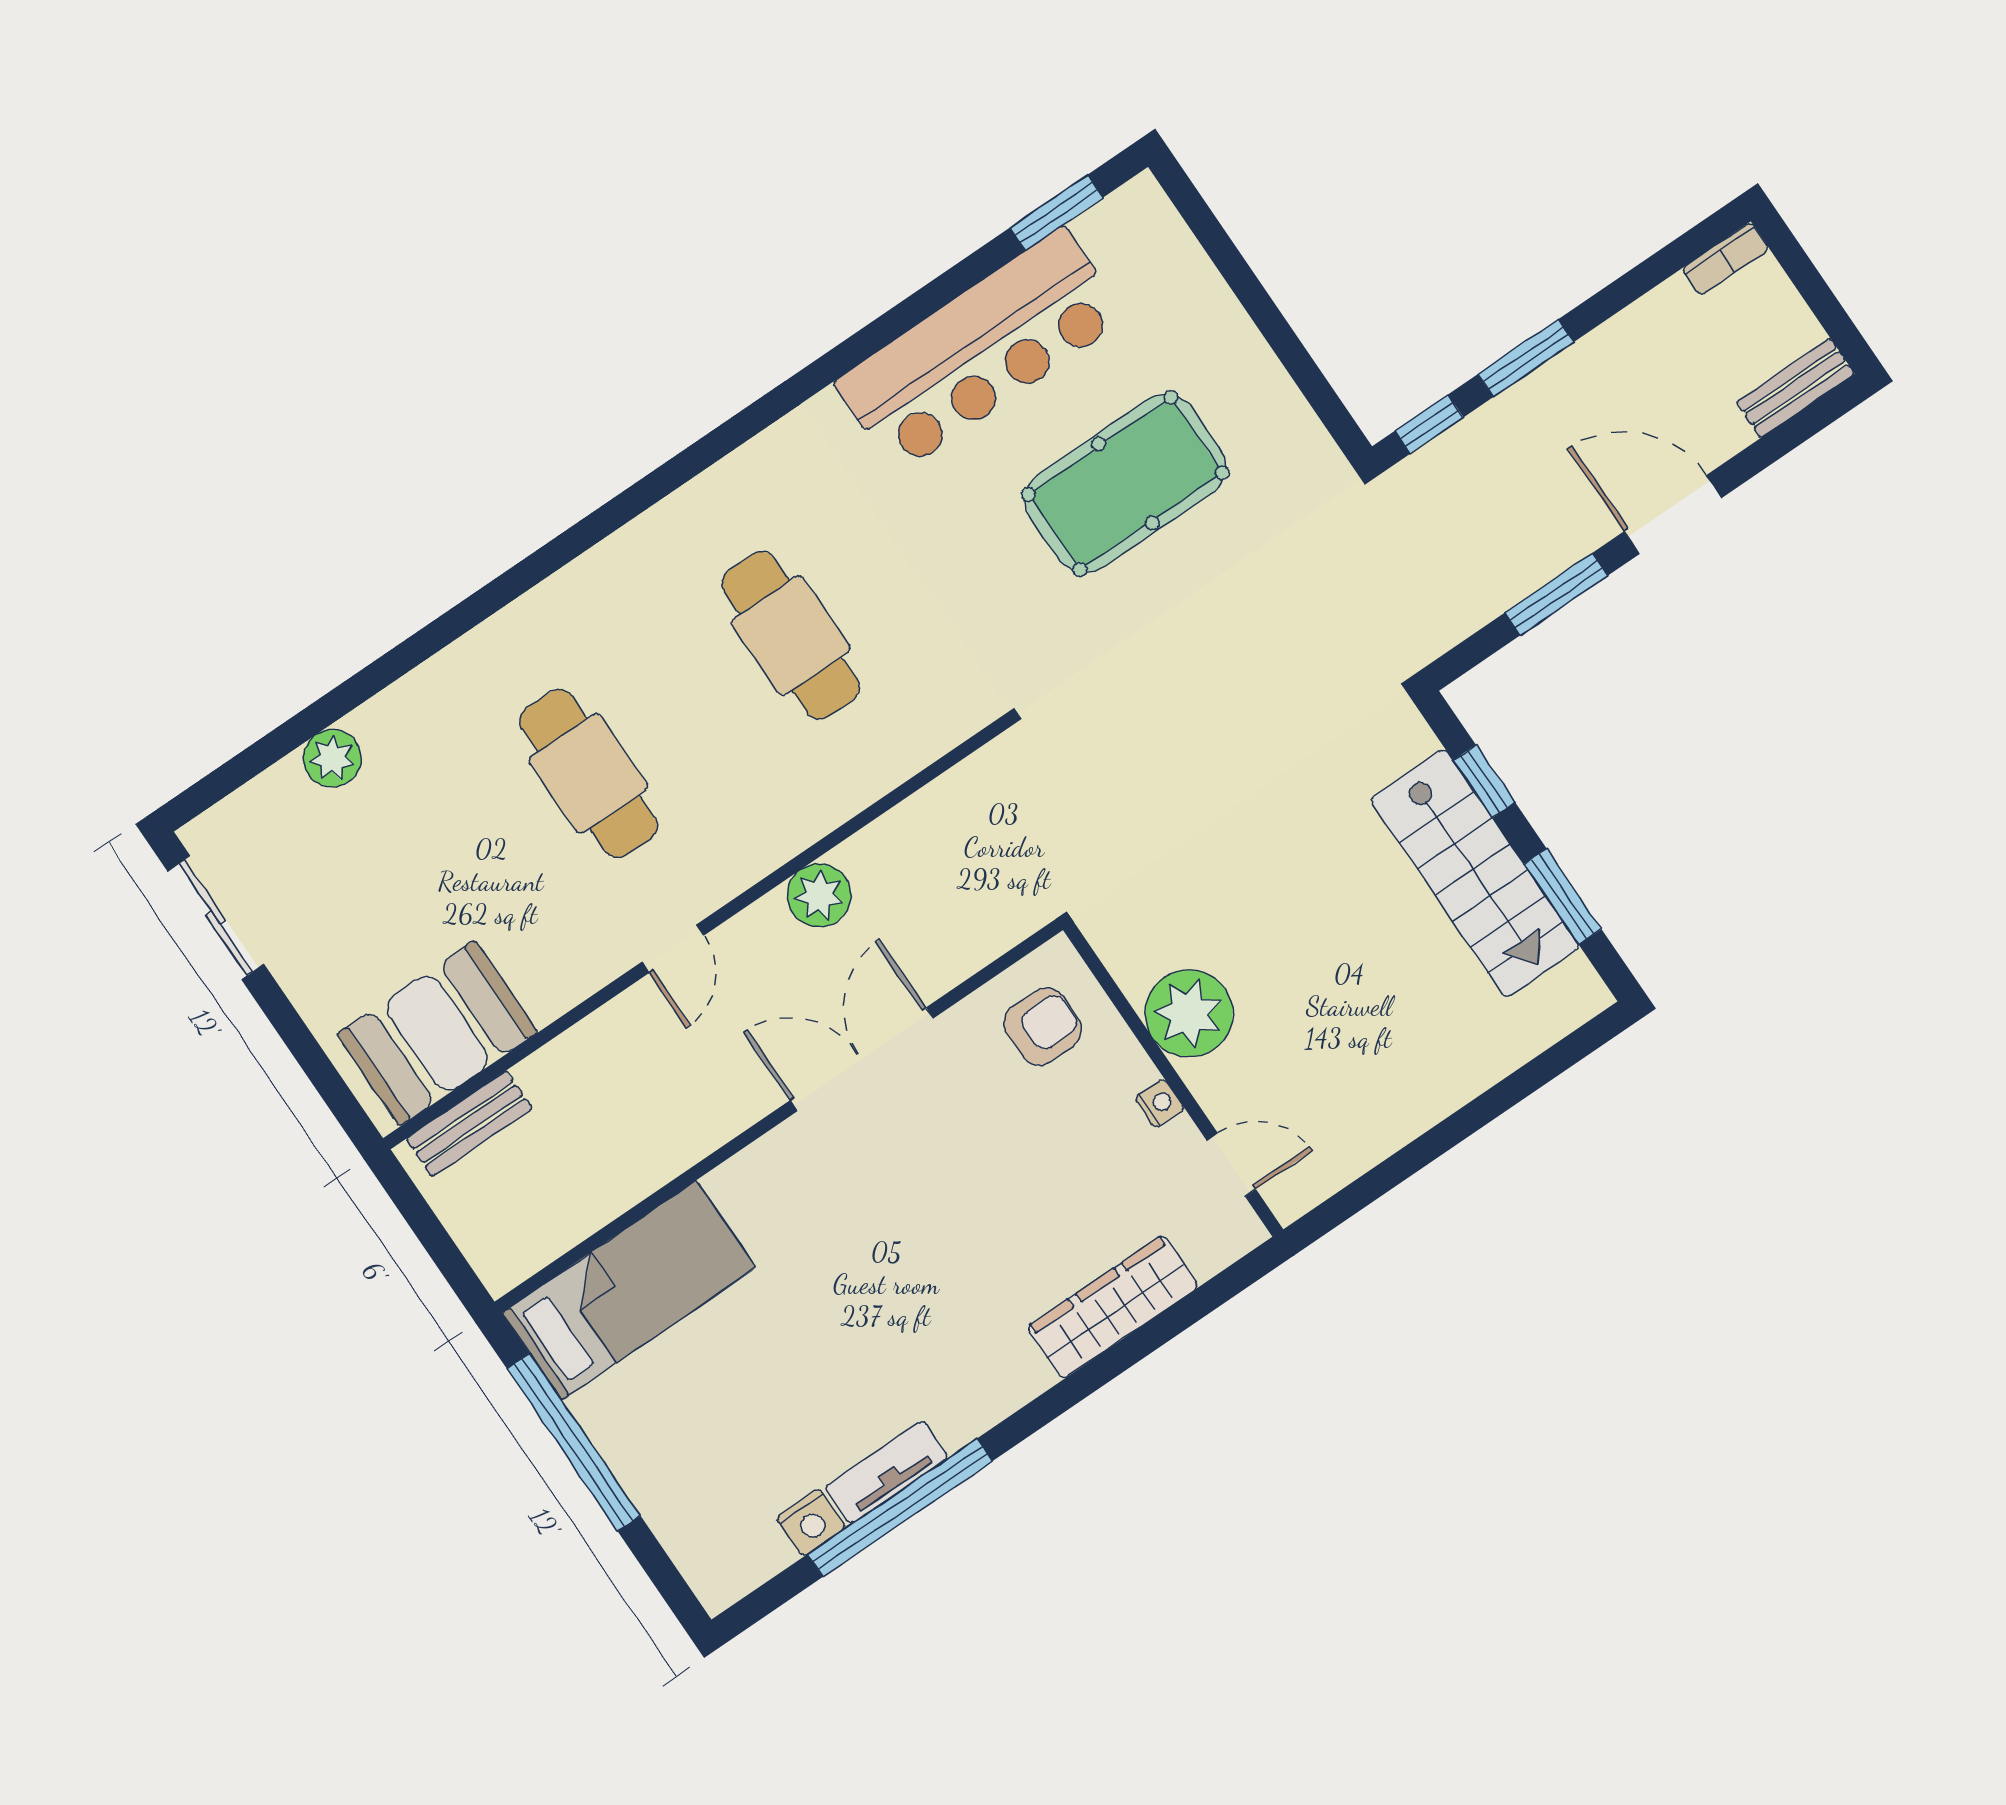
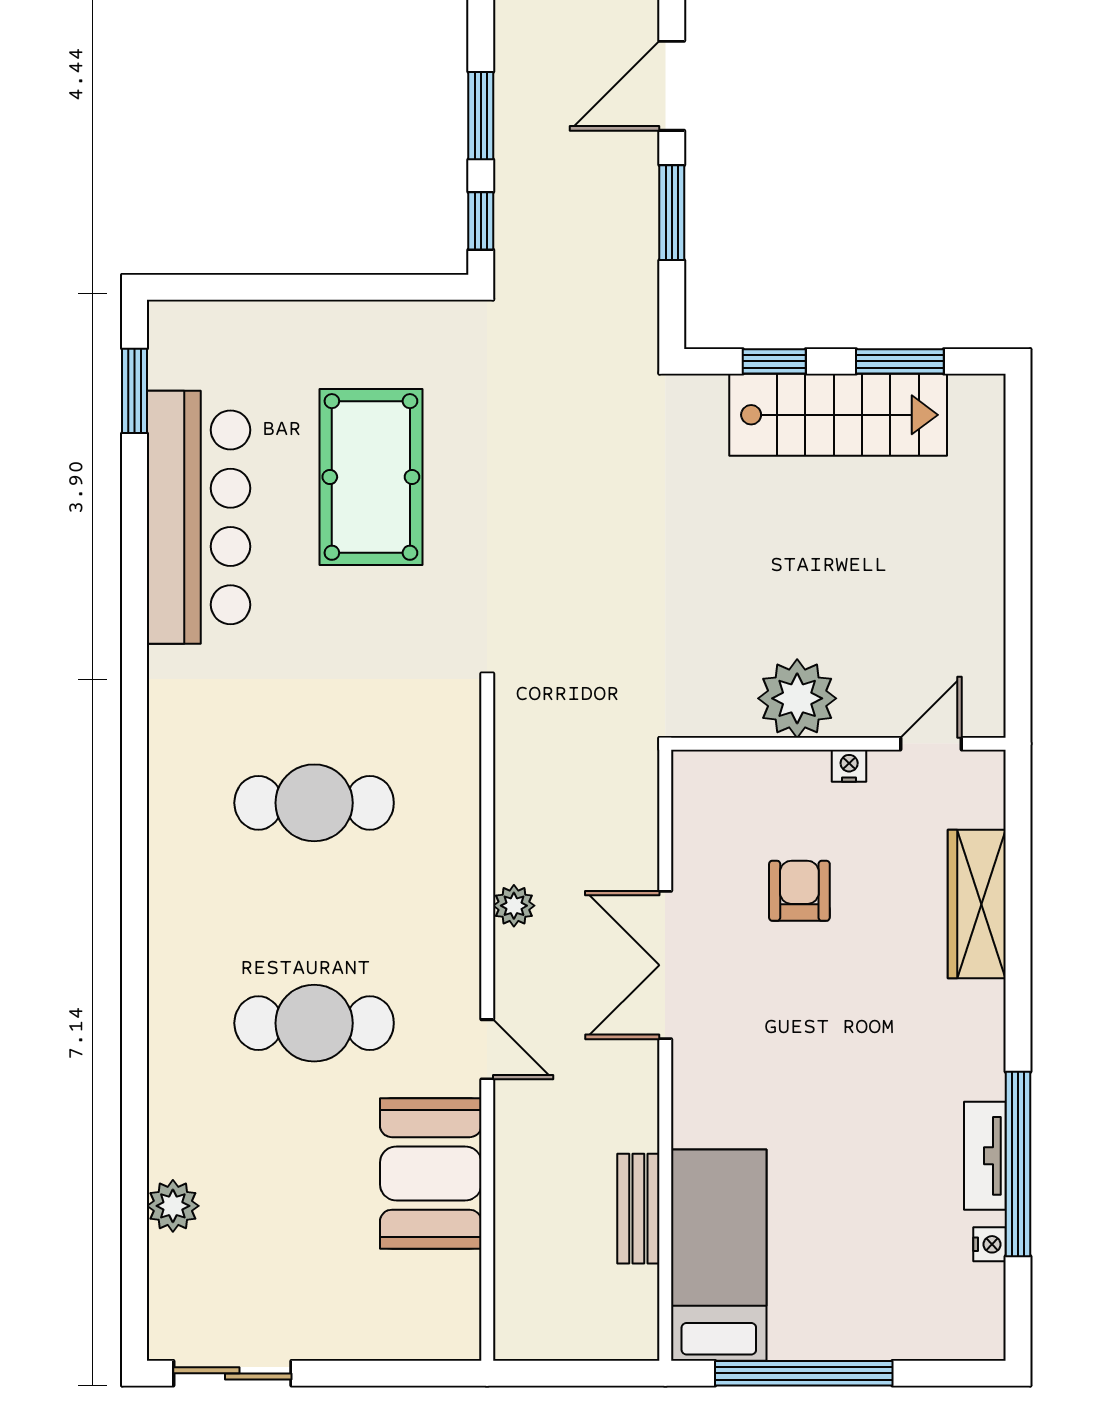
plant: (819, 895) -> (514, 906), width x0.73, depth x0.73
armchair: (1043, 1026) -> (799, 891), moved
booth: (437, 1033) -> (431, 1173), moved
bench: (469, 1124) -> (638, 1209), moved
nightstand: (811, 1522) -> (989, 1244), width x0.72, depth x0.74

